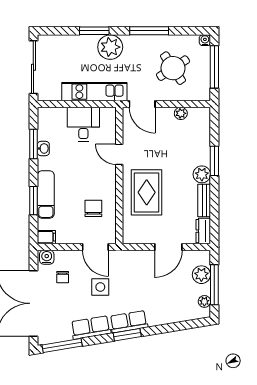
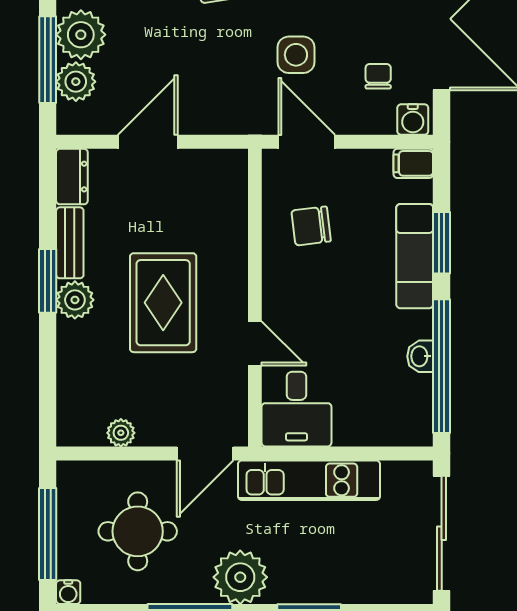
plant: (110, 47) -> (240, 577), moved
round table: (173, 68) -> (138, 531), turned 33
door: (142, 104) -> (205, 453), swing flipped
desk: (83, 124) -> (296, 409), moved
window: (33, 144) -> (442, 366), width x2.11
window: (214, 161) -> (48, 281), moved
rug: (147, 192) -> (163, 303), moved
chair: (93, 208) -> (311, 226), turned 83
plant: (204, 301) -> (81, 35), width x1.87, depth x1.87

